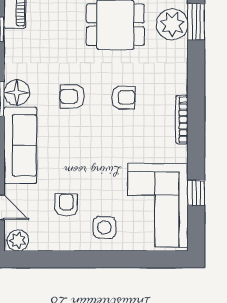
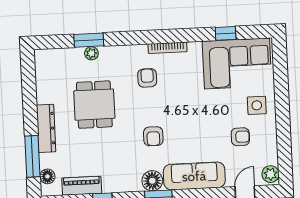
plant: (172, 24) -> (91, 53), width x0.53, depth x0.53
armchair: (123, 97) -> (147, 78), moved
armchair: (66, 205) -> (240, 137), turned 180

